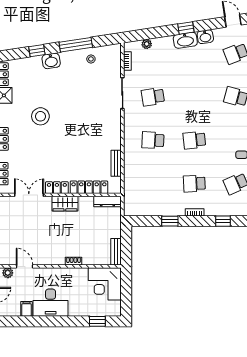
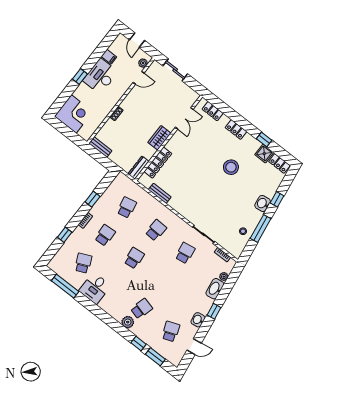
washbasin: (185, 40) -> (215, 289), moved
school desk: (153, 184) -> (127, 207), added
locker: (57, 188) -> (174, 141), removed
corner desk: (105, 284) -> (74, 114), moved, turned 90
window: (97, 321) -> (80, 77), moved

